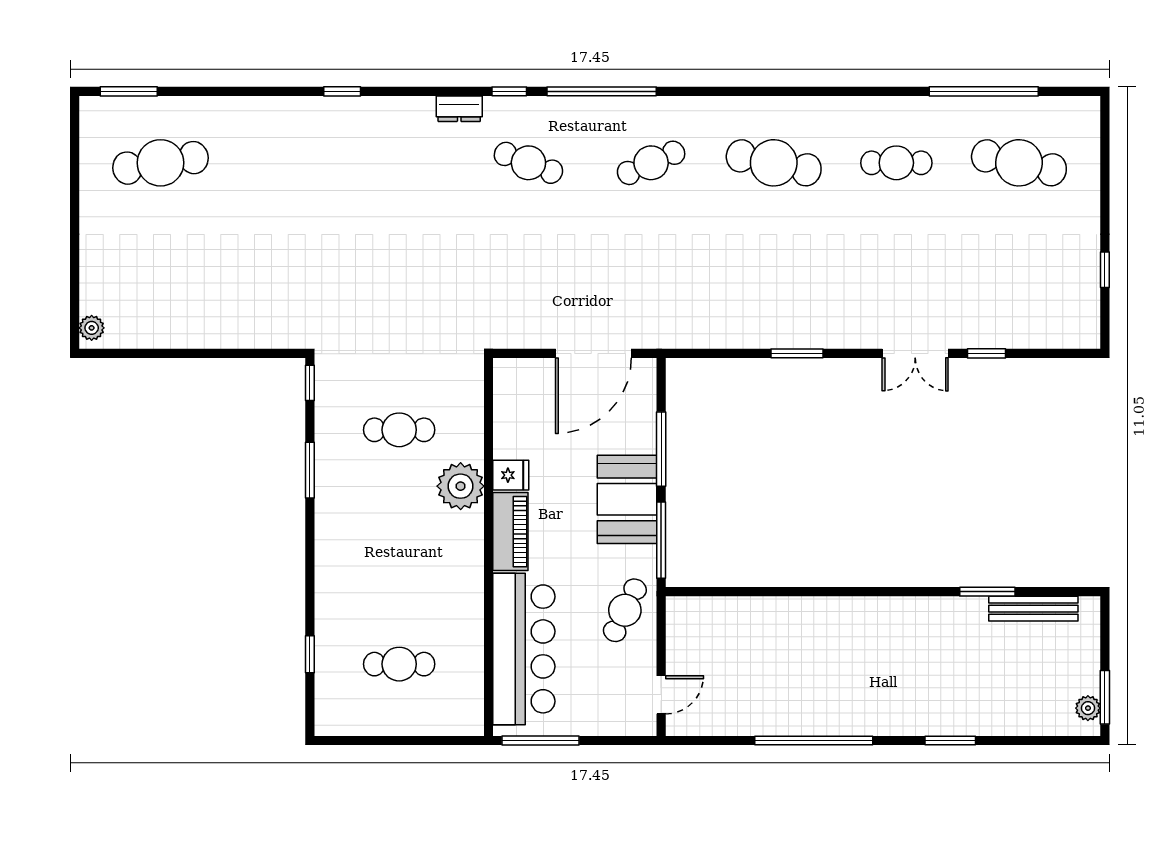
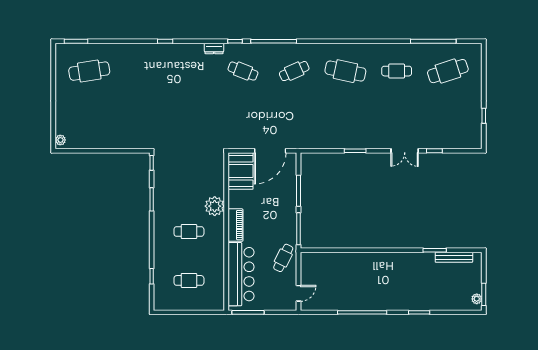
cafe table: (1019, 163) -> (448, 71), turned -30
cafe table: (399, 430) -> (189, 232), moved
fridge: (511, 475) -> (236, 202), removed
booth: (627, 499) -> (241, 171), moved

